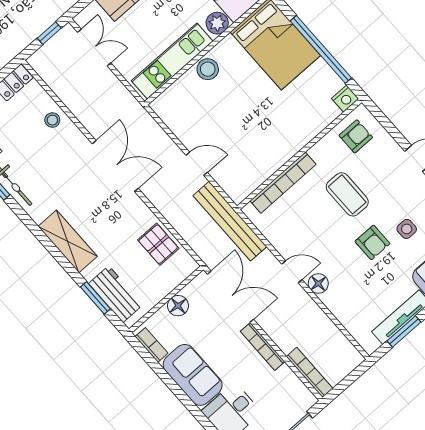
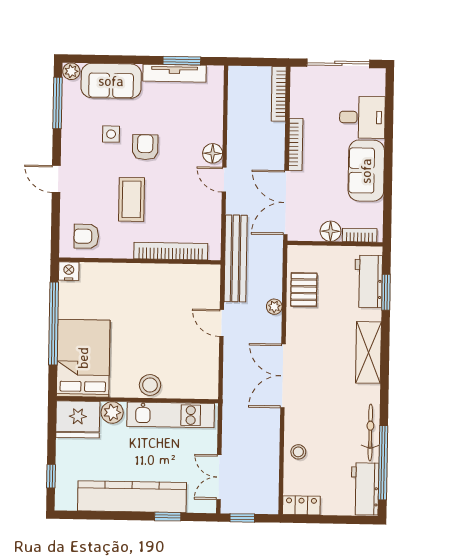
plant: (169, 212) -> (274, 307), added
bookcase: (152, 345) -> (360, 235), moved, turned 90

